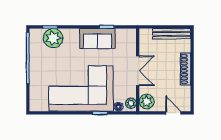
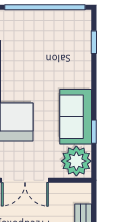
plant: (53, 38) -> (76, 161), moved

